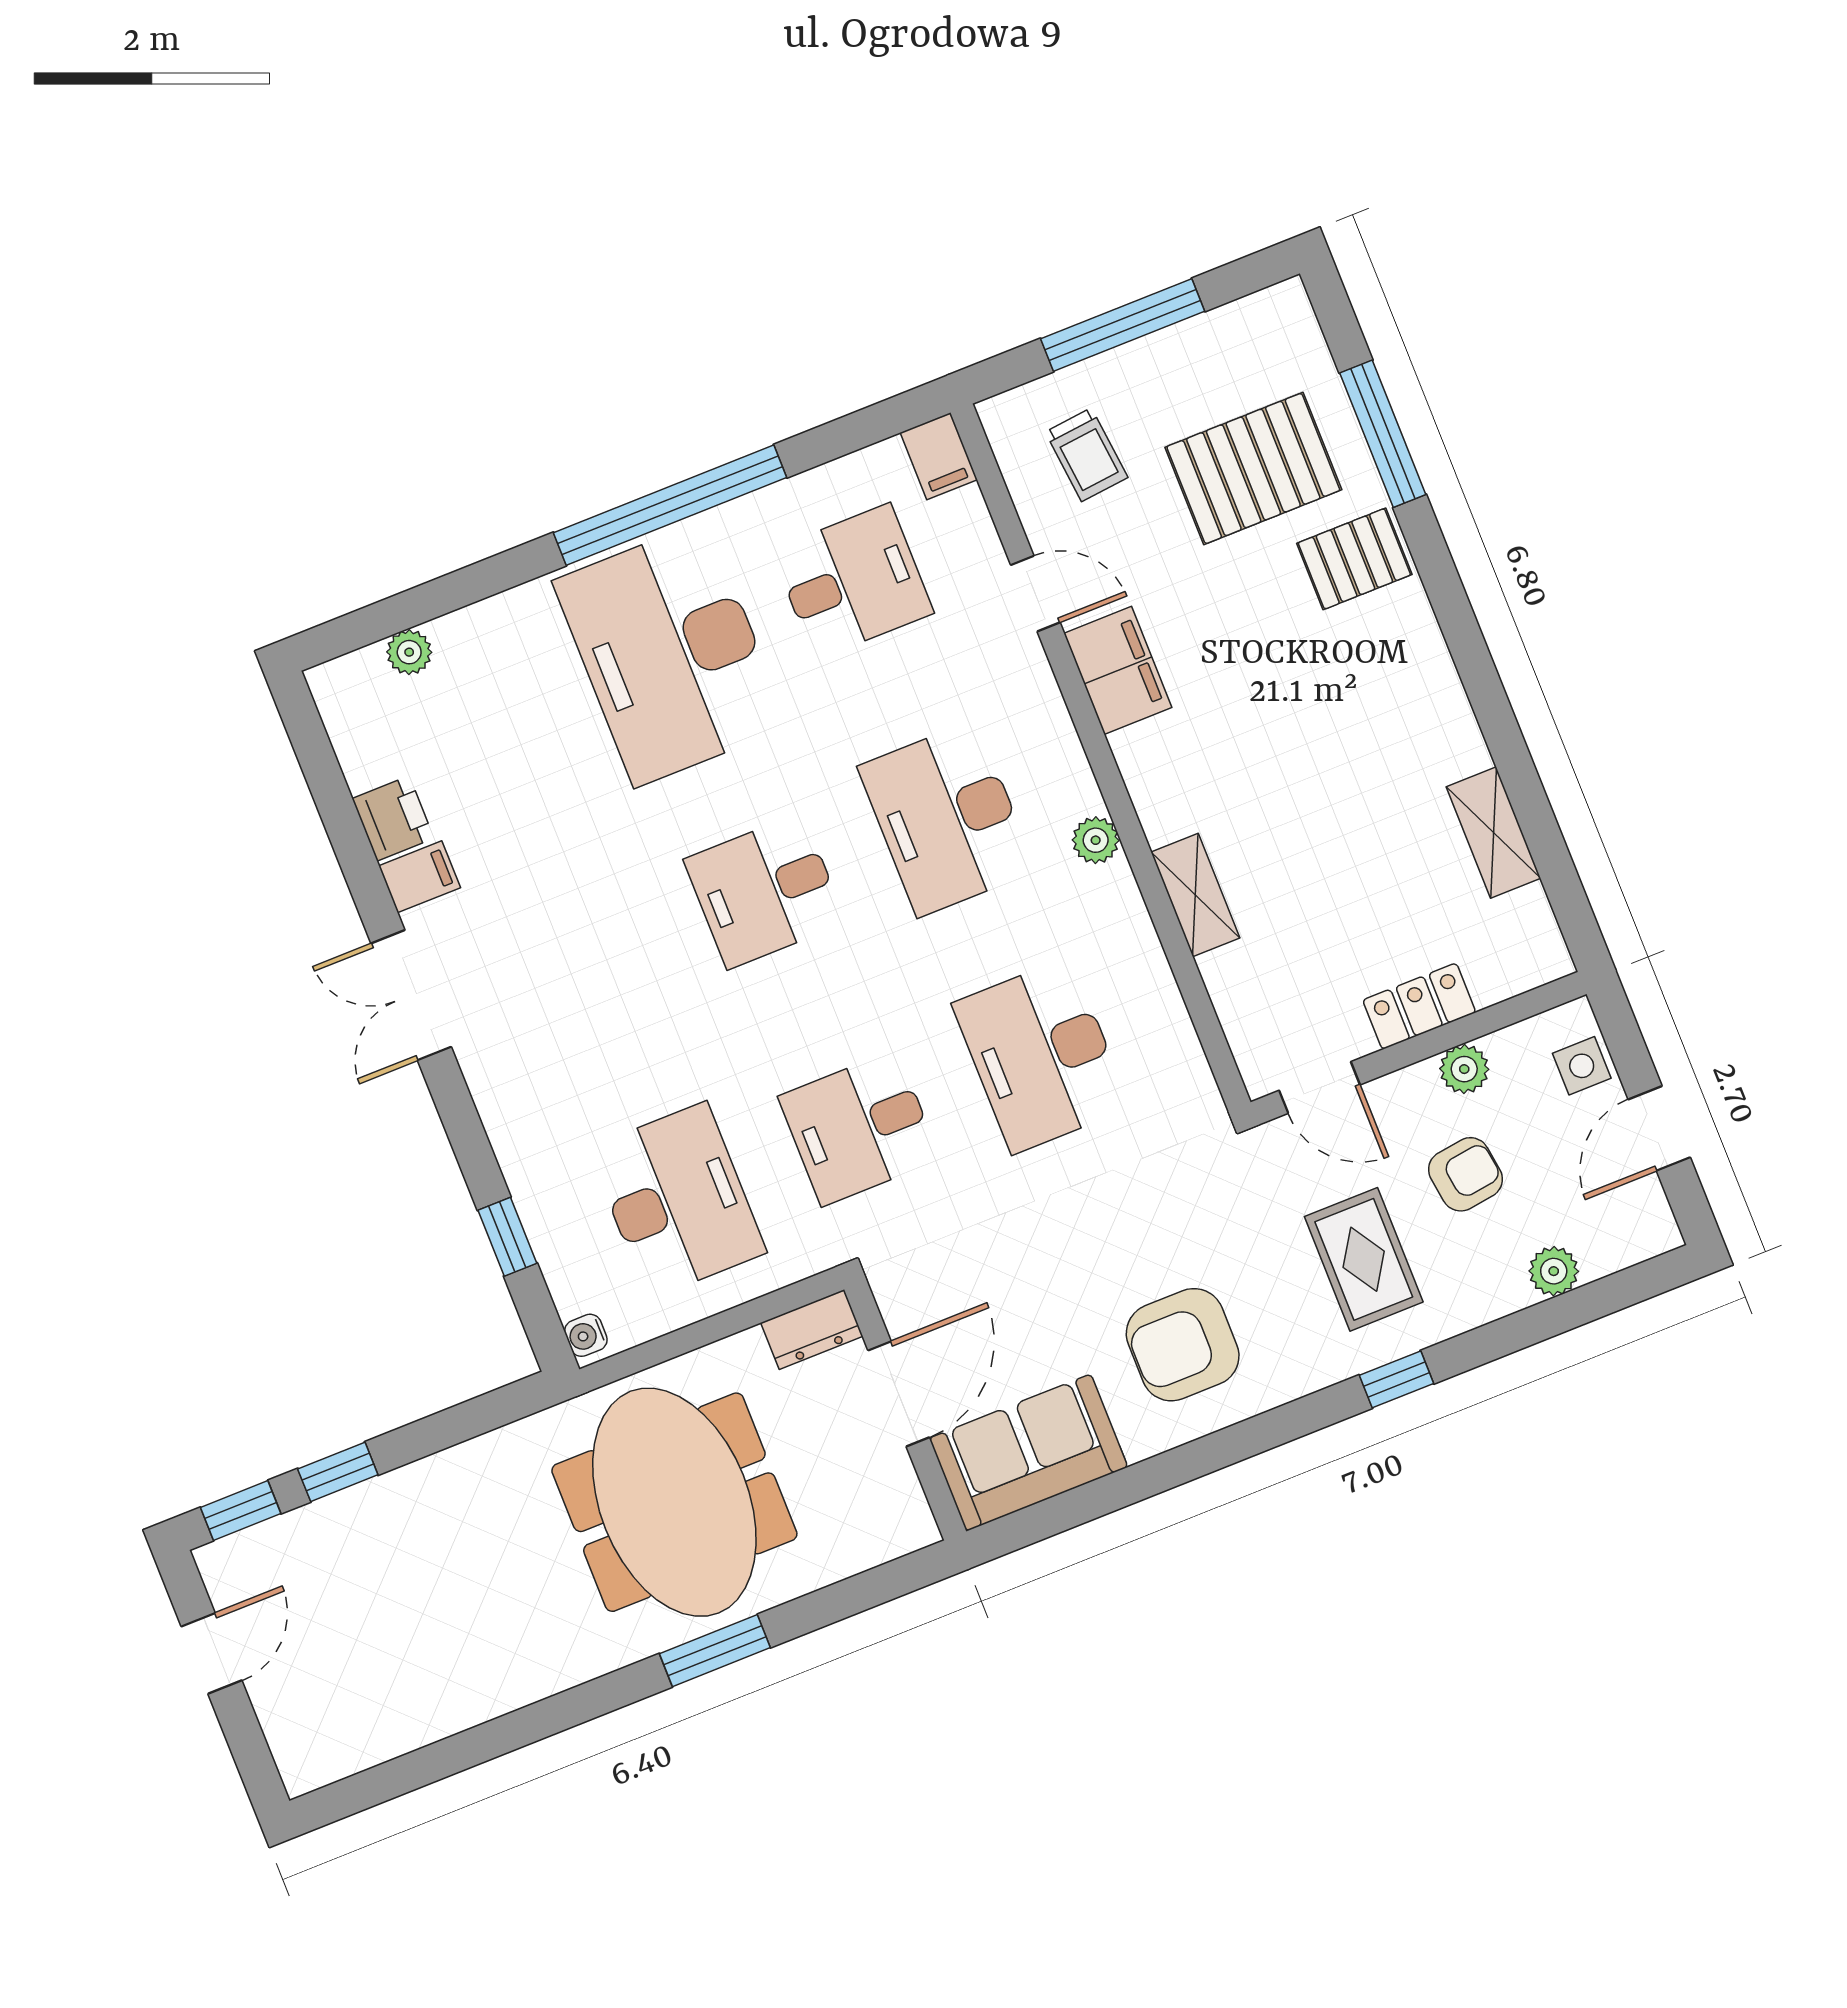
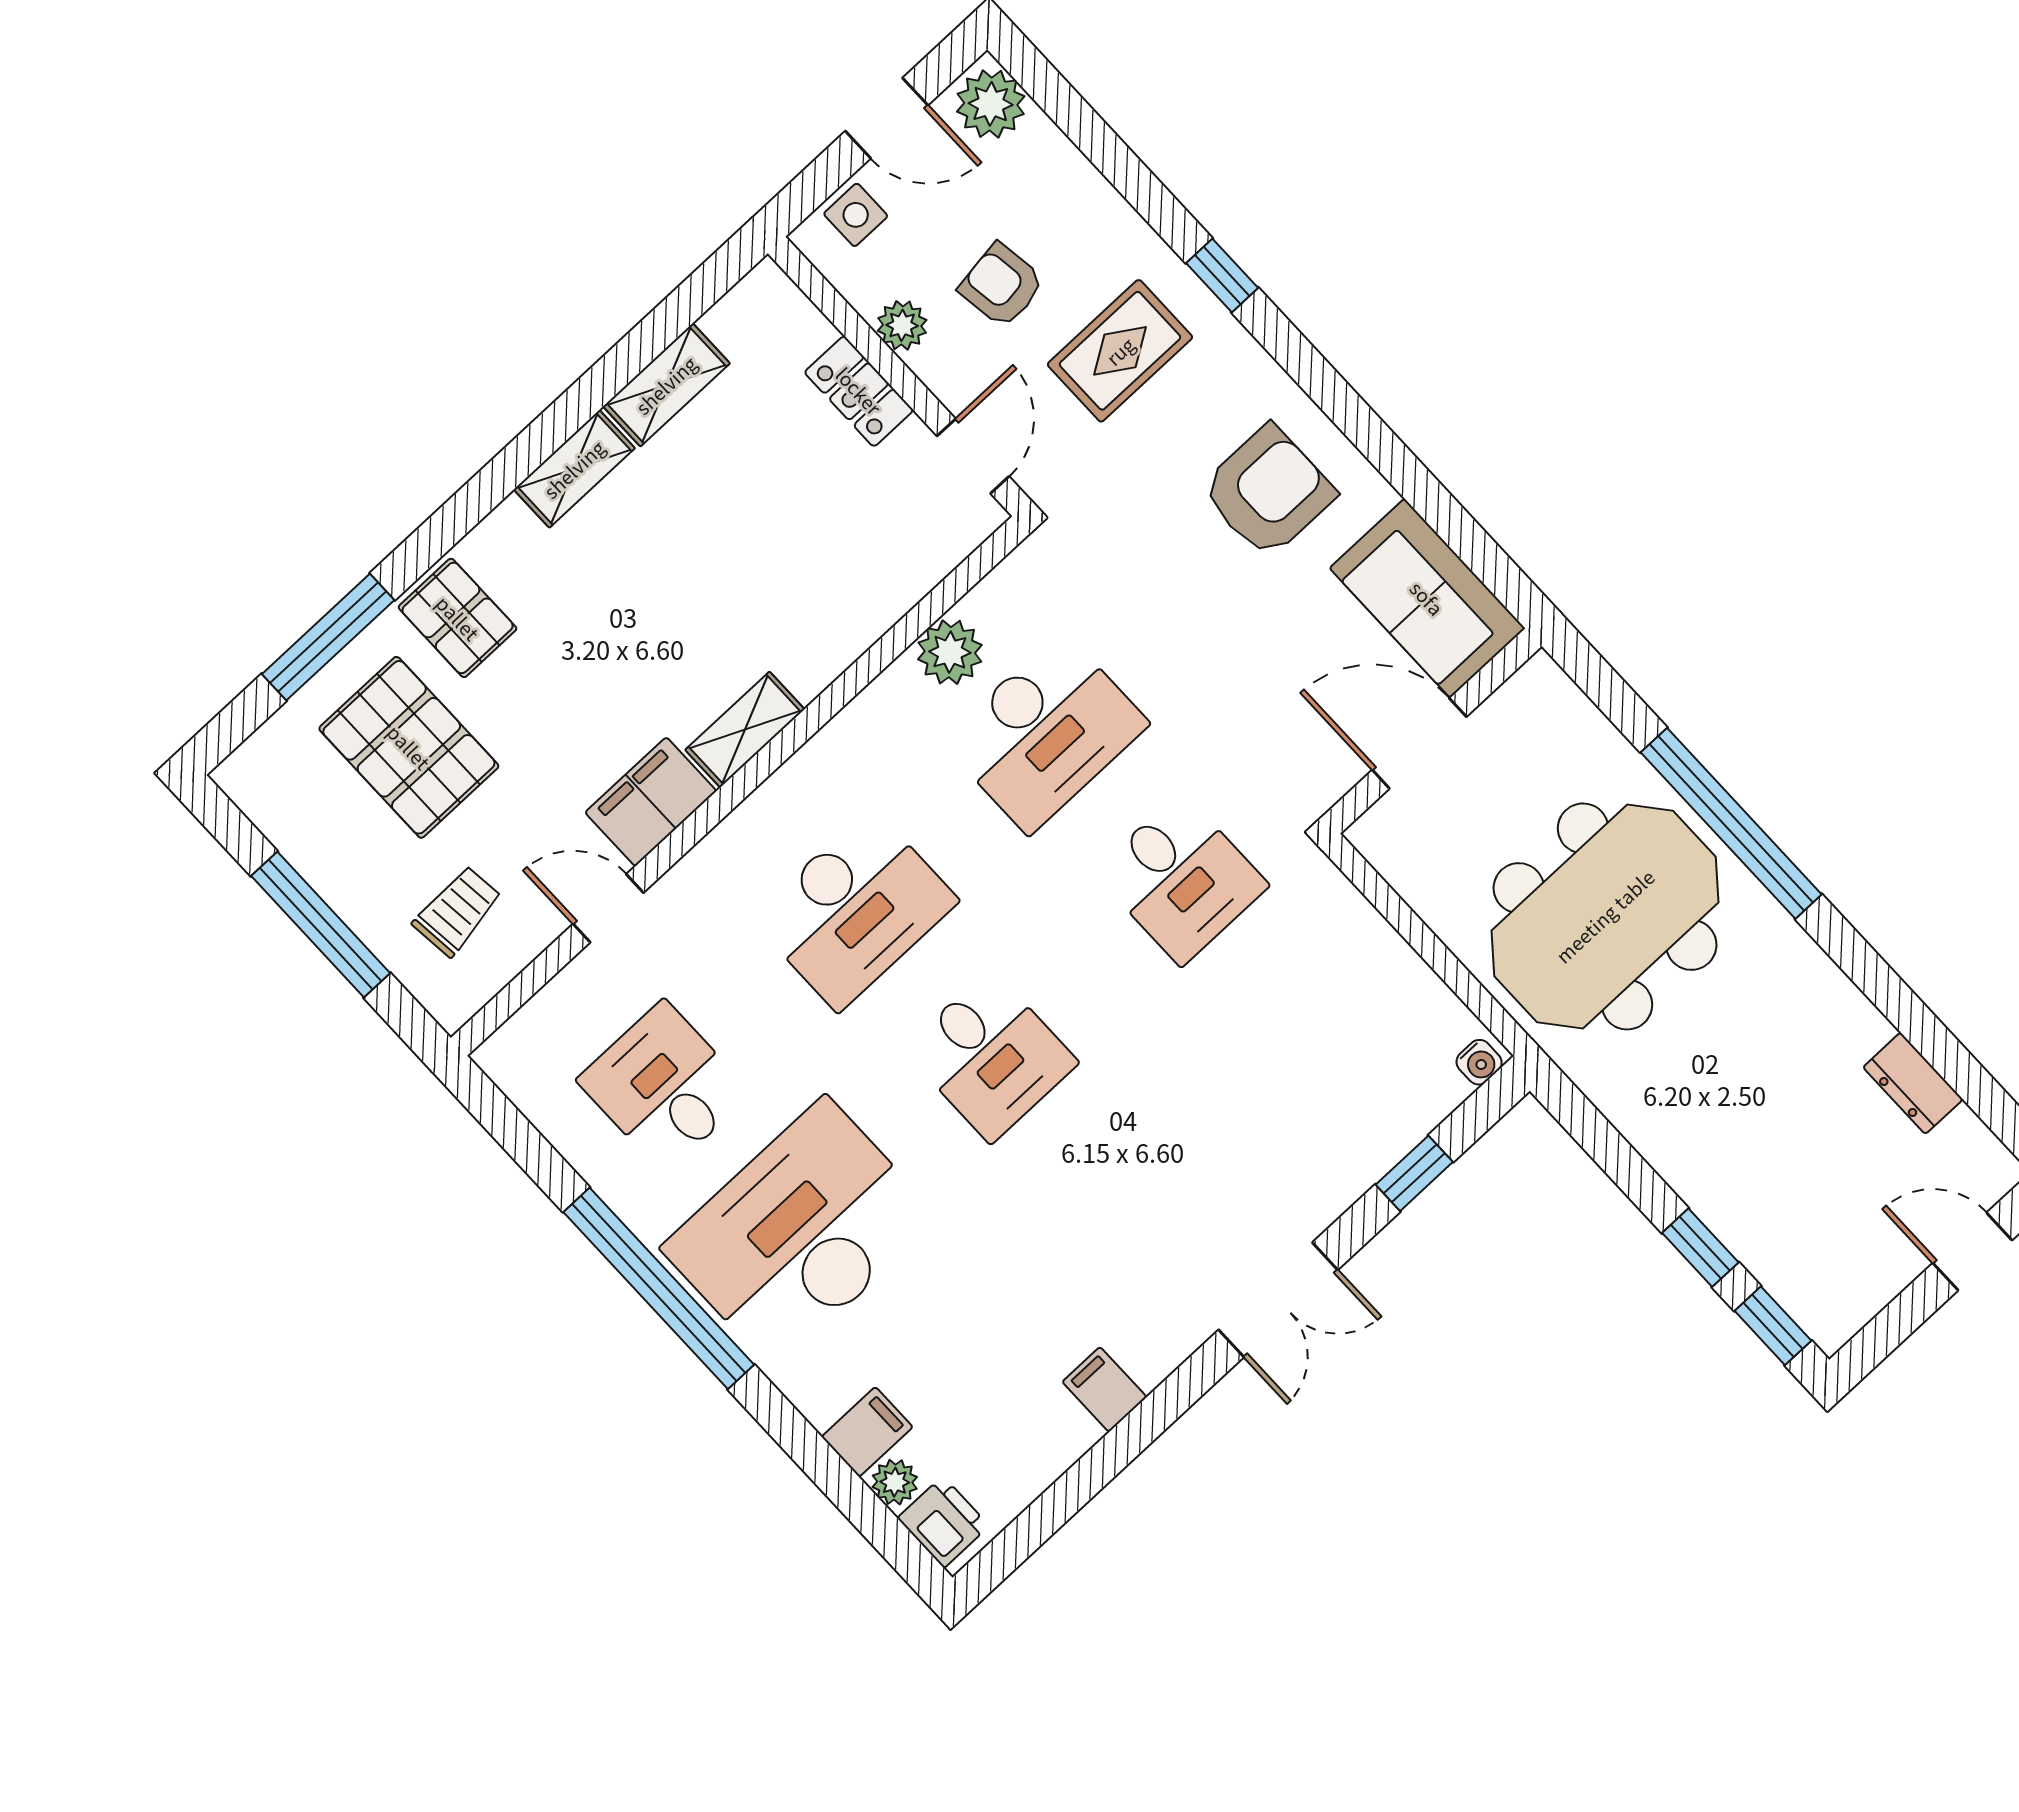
filing cabinet: (939, 456) -> (867, 1432), moved
door: (1035, 594) -> (608, 908), hinge flipped
desk: (671, 654) -> (800, 1233), turned 180
shelving: (1449, 719) -> (574, 469), added
printer: (393, 818) -> (943, 1522), moved, turned 90
plant: (1096, 840) -> (950, 652), moved, width x1.38, depth x1.38
shelving: (1195, 895) -> (745, 730), moved
double door: (411, 995) -> (1278, 1300), moved
desk: (677, 1200) -> (1317, 1025), removed
plant: (1554, 1271) -> (991, 104), moved, width x1.38, depth x1.38
dresser: (812, 1329) -> (1913, 1083), moved, turned 180
armchair: (1183, 1345) -> (1268, 491), turned -90
window: (715, 1651) -> (1731, 823), width x2.11
door: (212, 1653) -> (1972, 1252), moved

